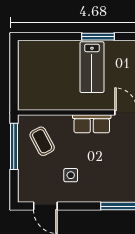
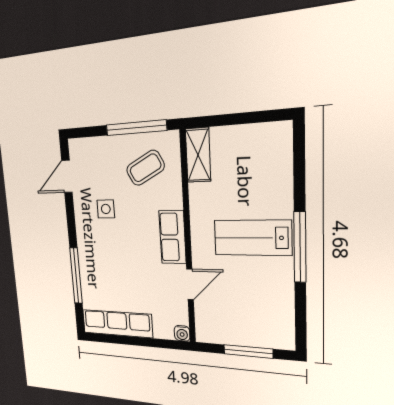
window: (98, 37) -> (300, 247), width x1.44
shelving: (35, 102) -> (198, 155), added

